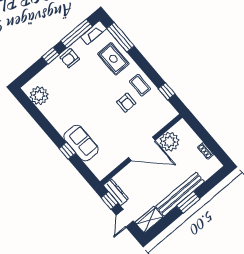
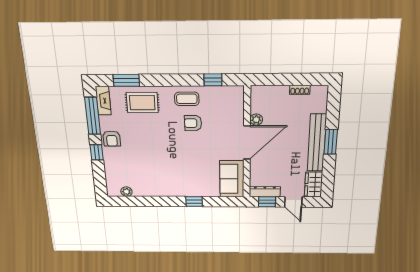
window: (121, 37) -> (126, 80), width x0.69
plant: (39, 96) -> (126, 192), width x0.53, depth x0.53
armchair: (126, 103) -> (193, 123), turned 180
plant: (169, 142) -> (256, 120), width x0.53, depth x0.53
sofa: (81, 143) -> (232, 179), moved, turned -90

